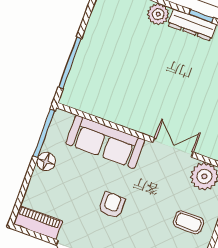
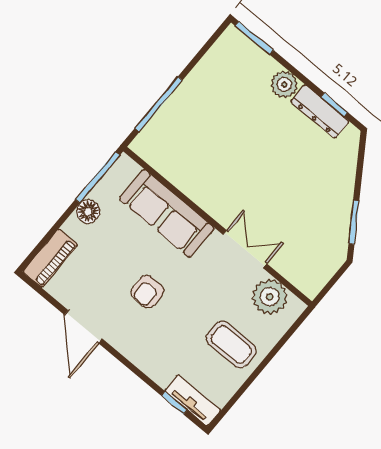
armchair: (112, 205) -> (147, 291), turned 180
piano: (38, 222) -> (50, 258), moved, turned 90
coffee table: (189, 222) -> (231, 345), width x1.36, depth x1.30

